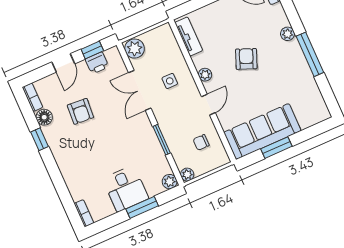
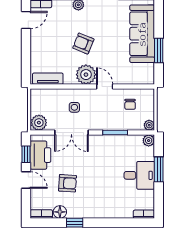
printer: (97, 63) -> (40, 155), width x1.87, depth x1.48
plant: (205, 75) -> (86, 75), width x1.88, depth x1.88
sofa: (262, 132) -> (142, 34), moved

